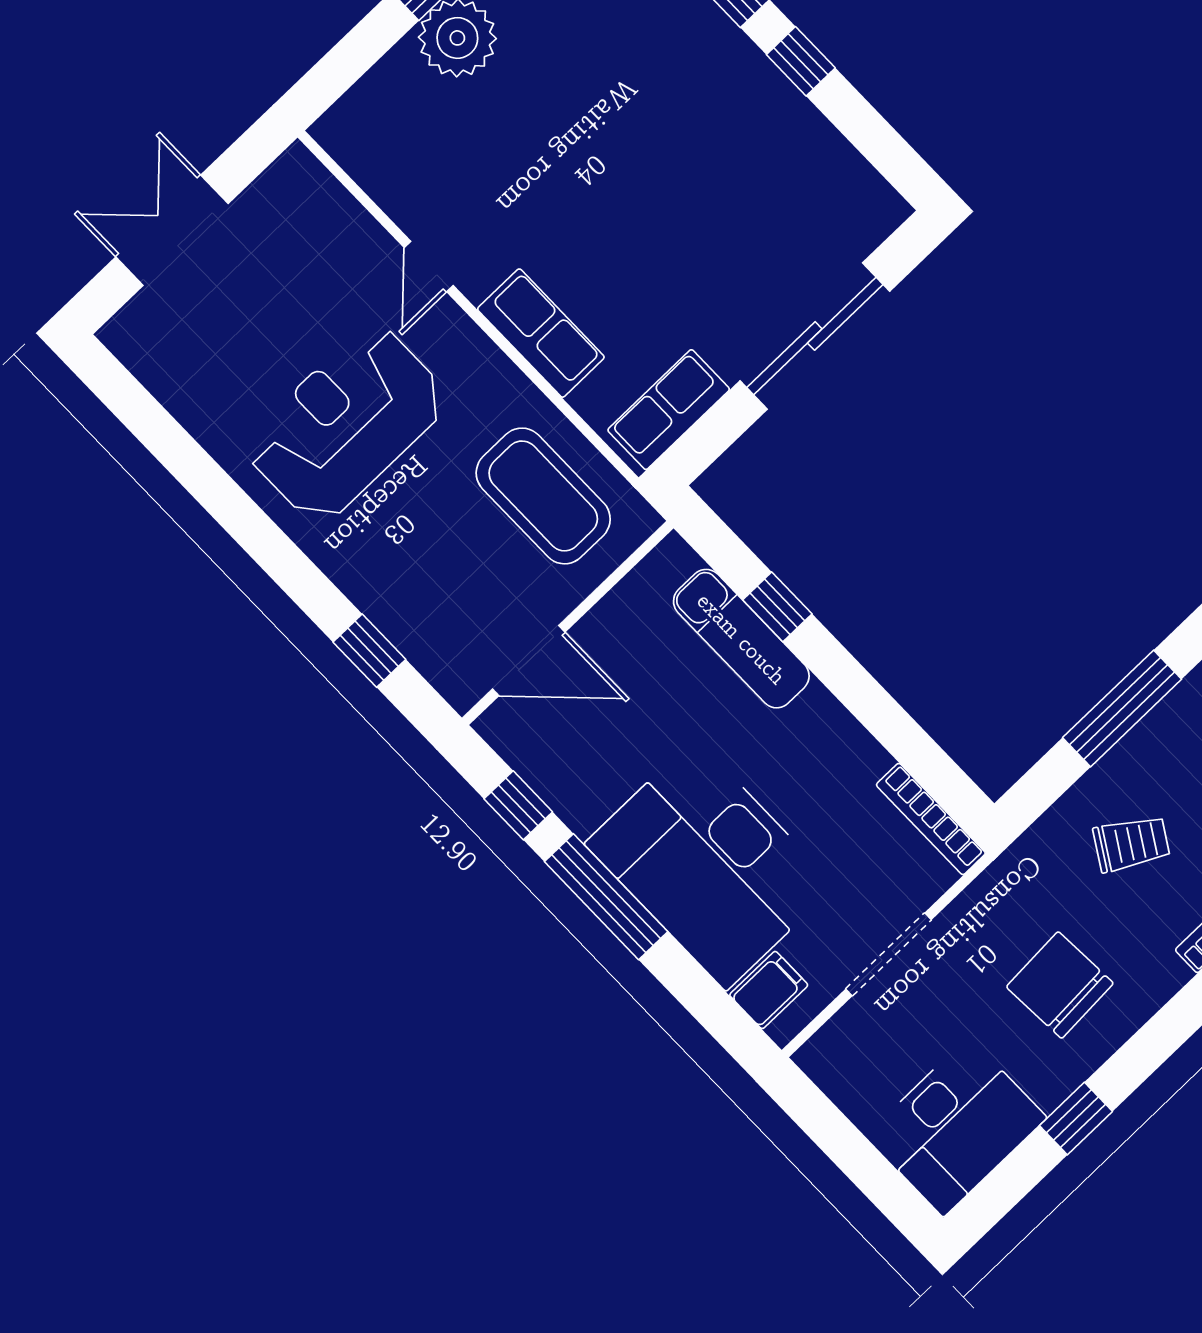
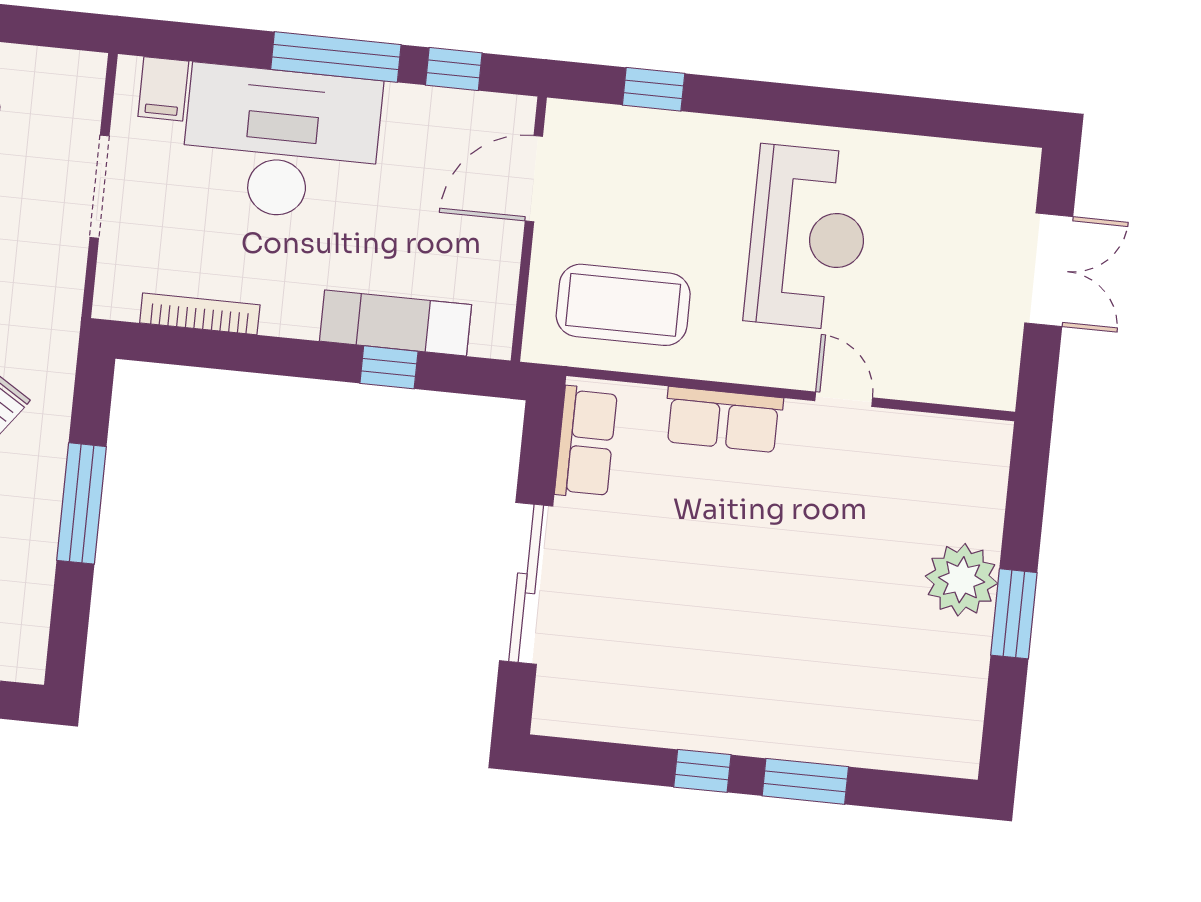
bookcase: (931, 819) -> (200, 314), moved

